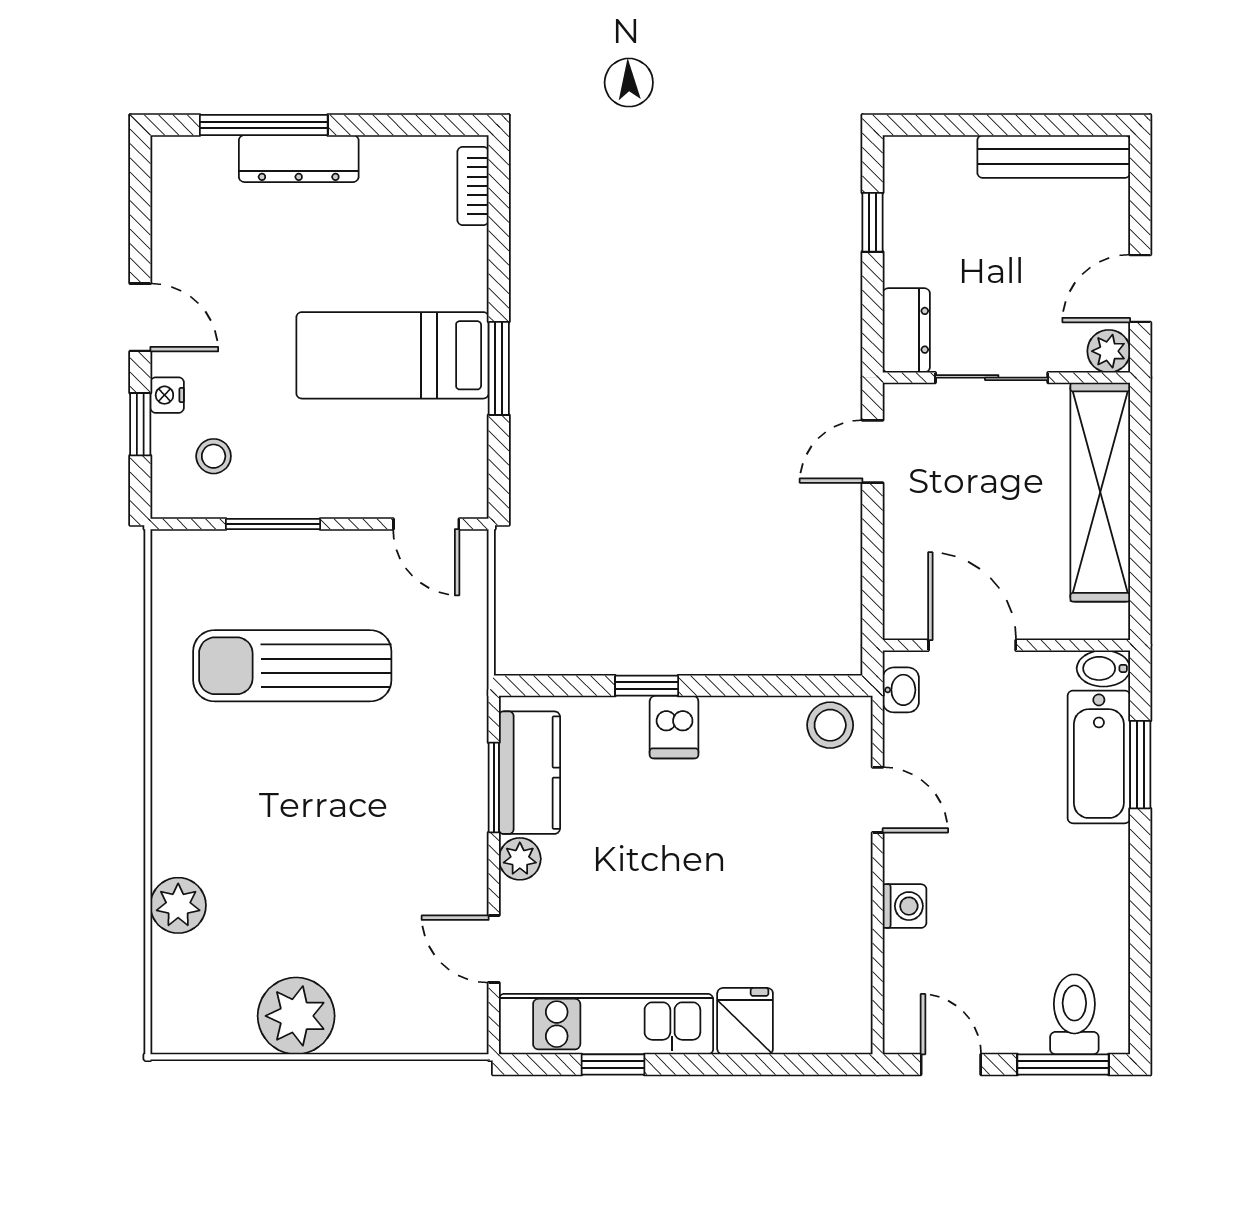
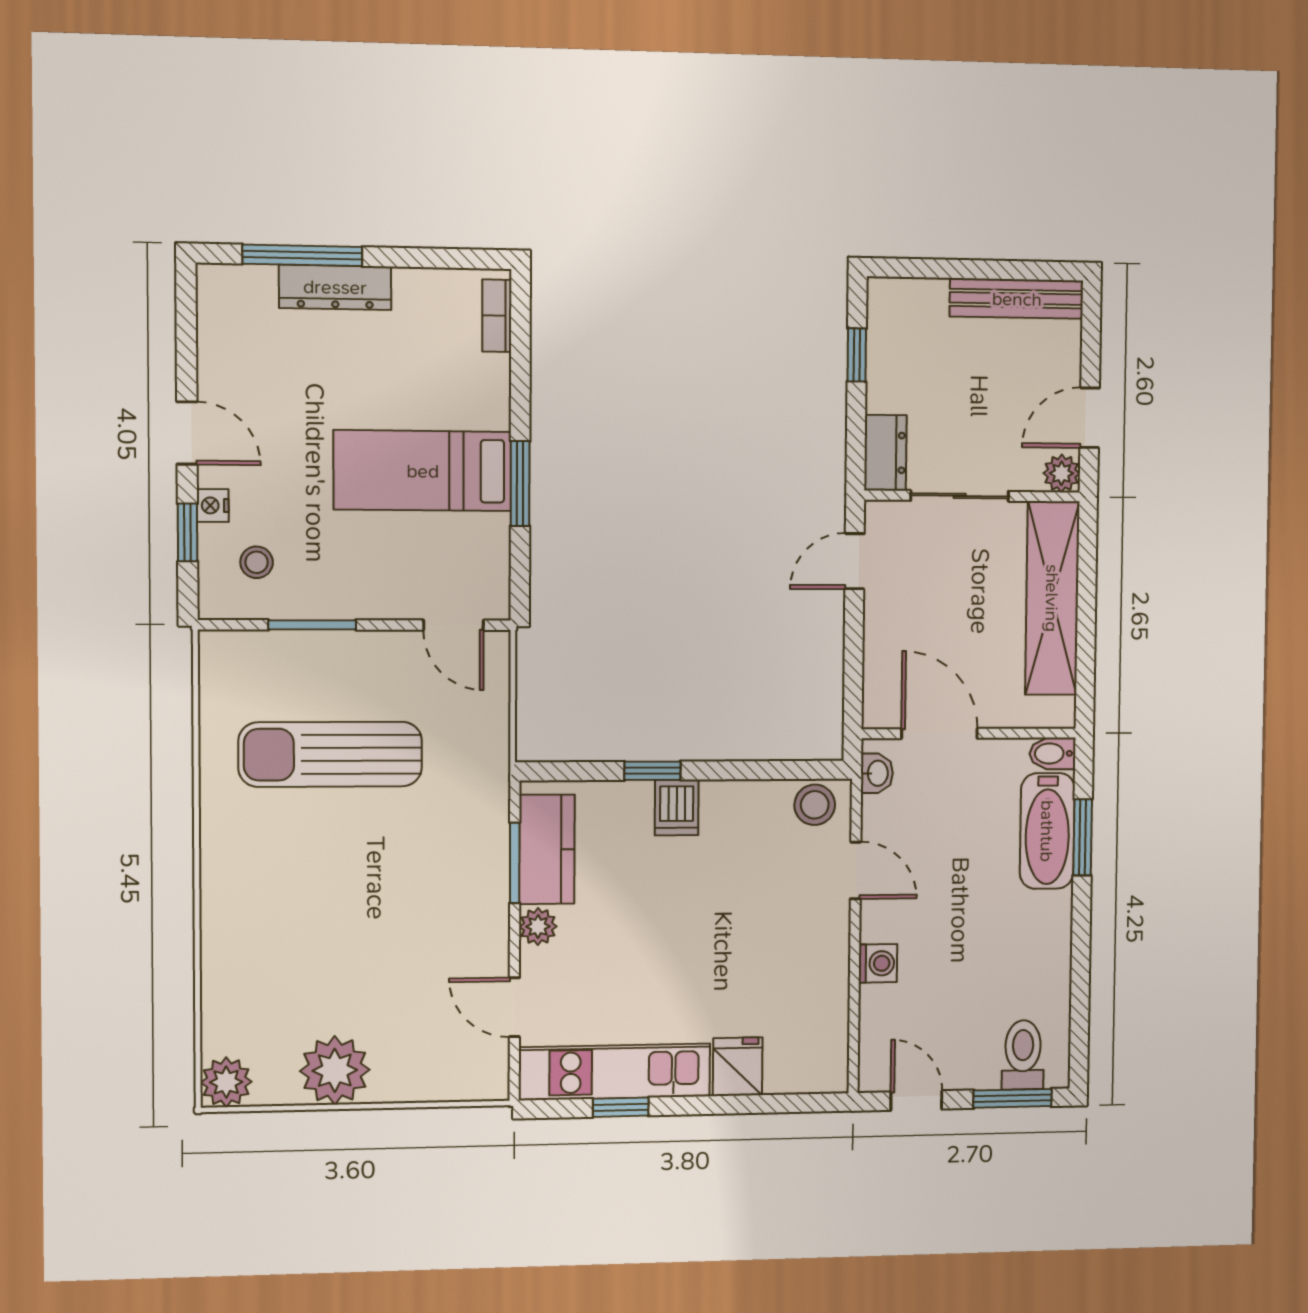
plant: (178, 905) -> (226, 1082), moved

